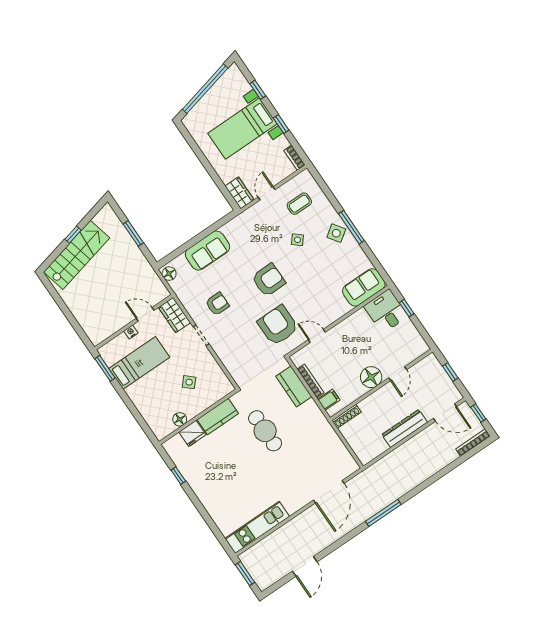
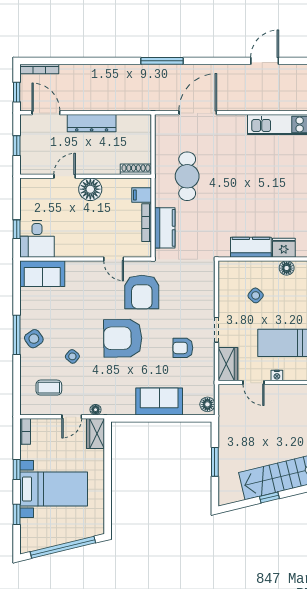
floor lamp: (252, 211) -> (96, 410), added
armchair: (269, 280) -> (123, 338), width x1.36, depth x1.36
cafe table: (265, 431) -> (187, 176), moved

